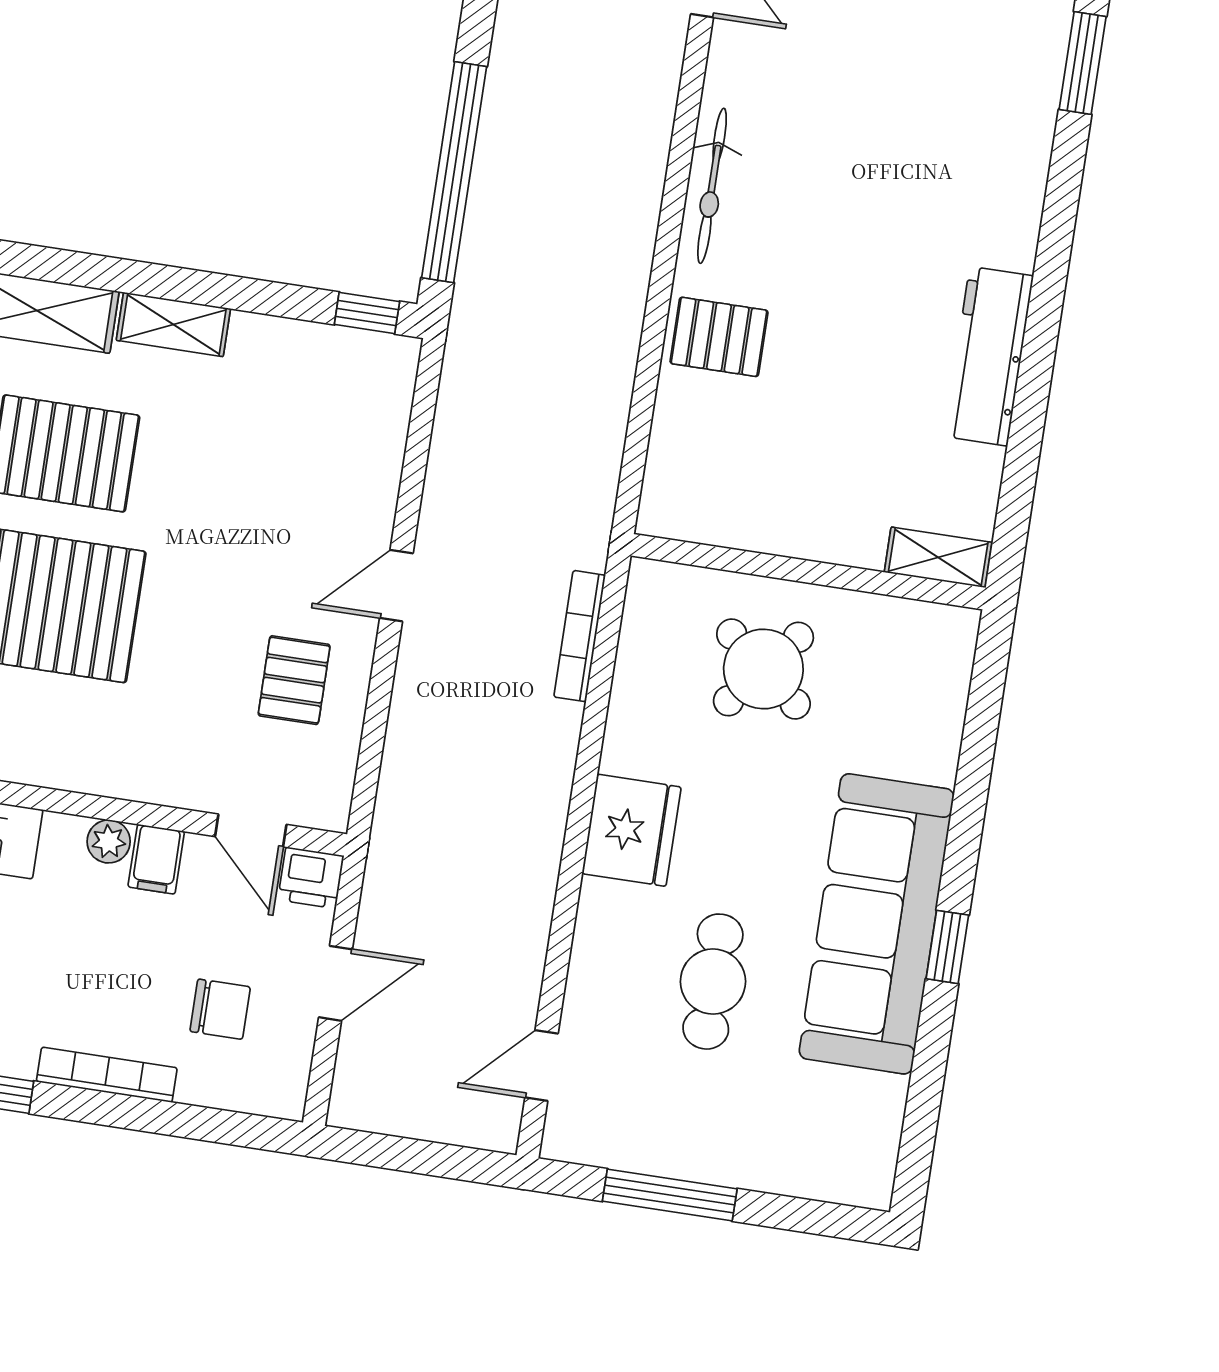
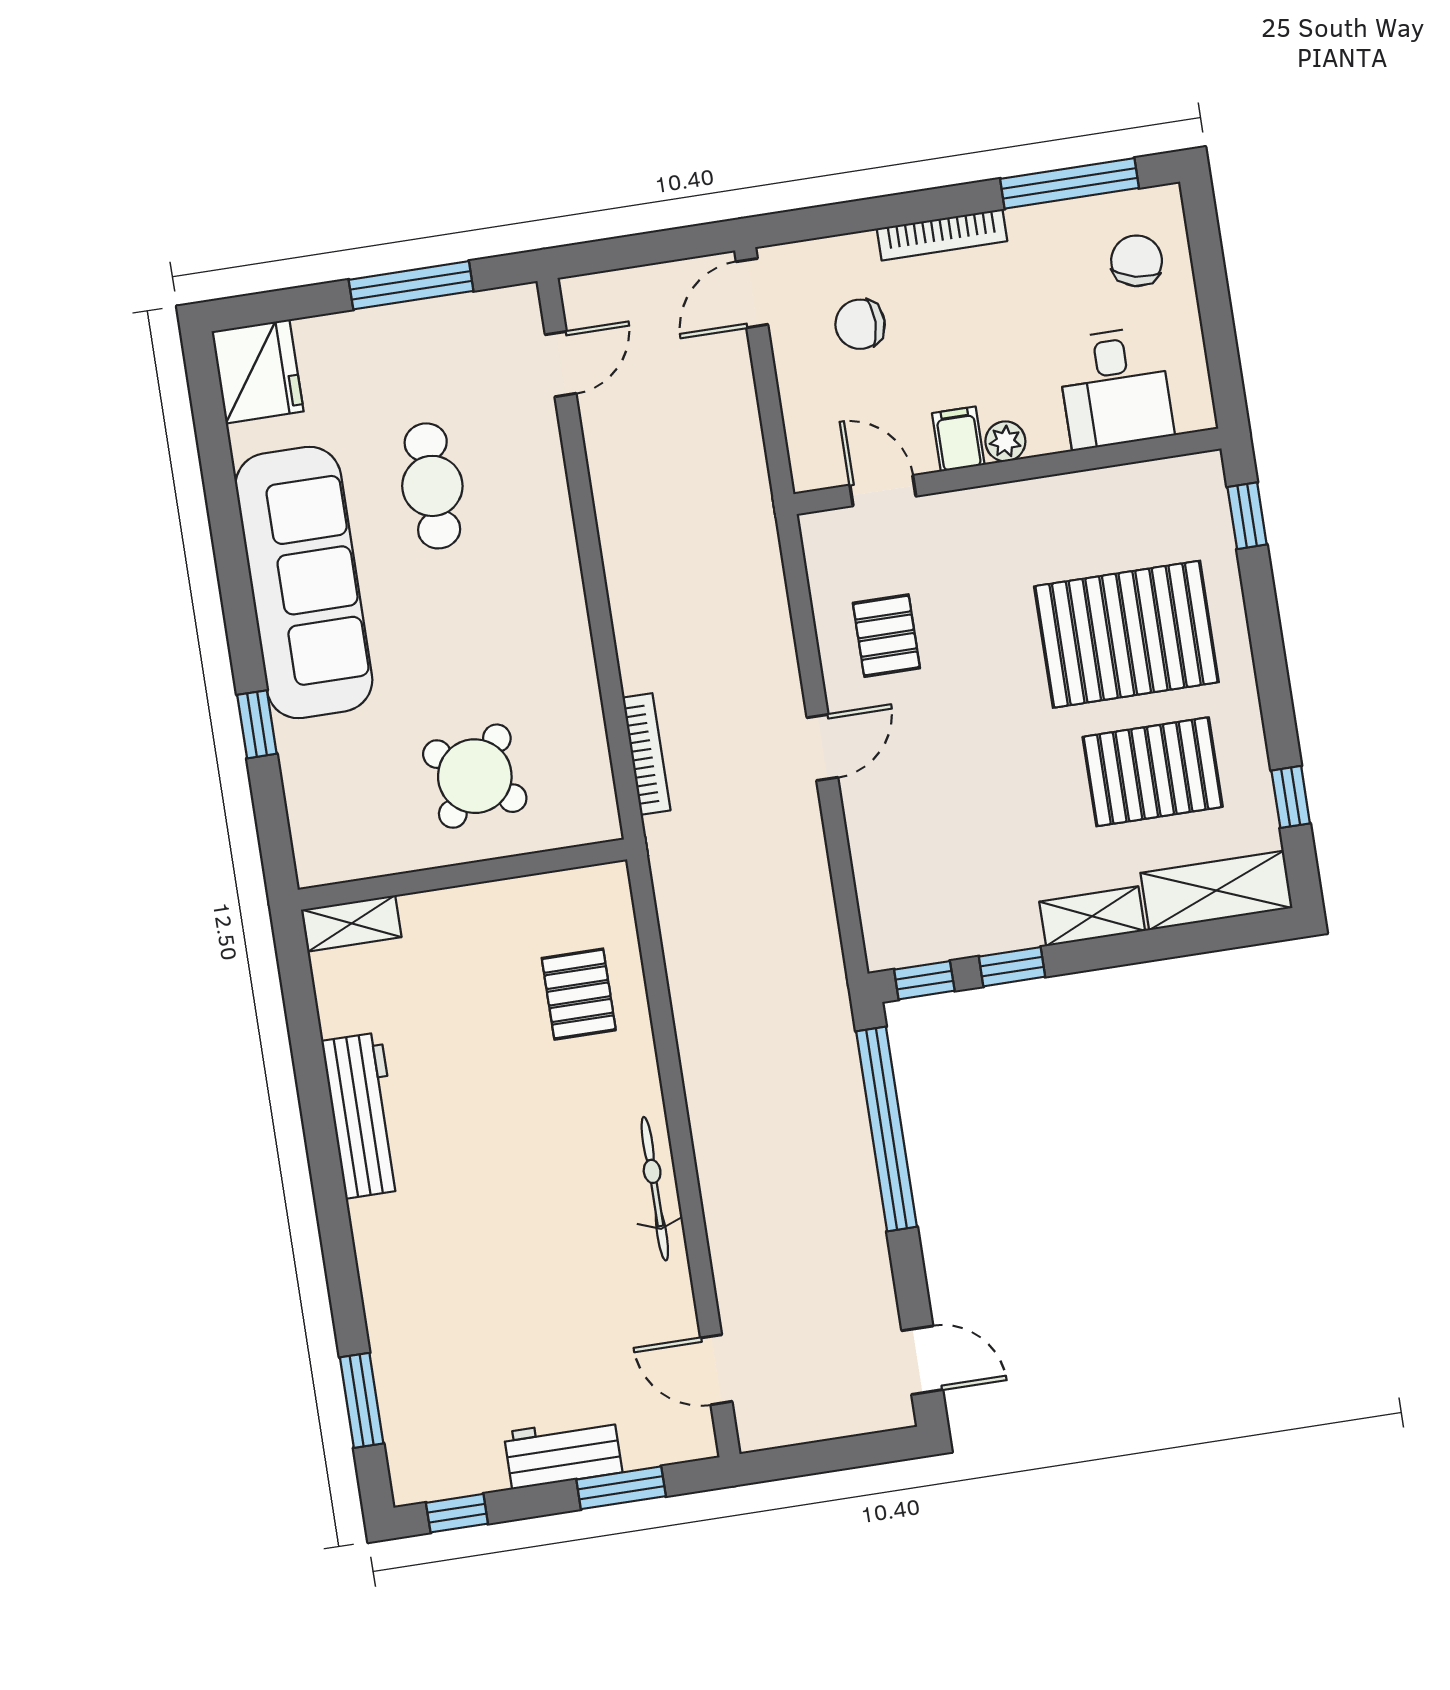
window: (272, 298) -> (1012, 967), added
pallet: (719, 337) -> (579, 994), moved, turned 90
fridge: (631, 830) -> (258, 371), moved, turned 180
printer: (311, 878) -> (817, 466), removed
window: (947, 947) -> (257, 724), moved
door: (335, 983) -> (752, 293), moved

